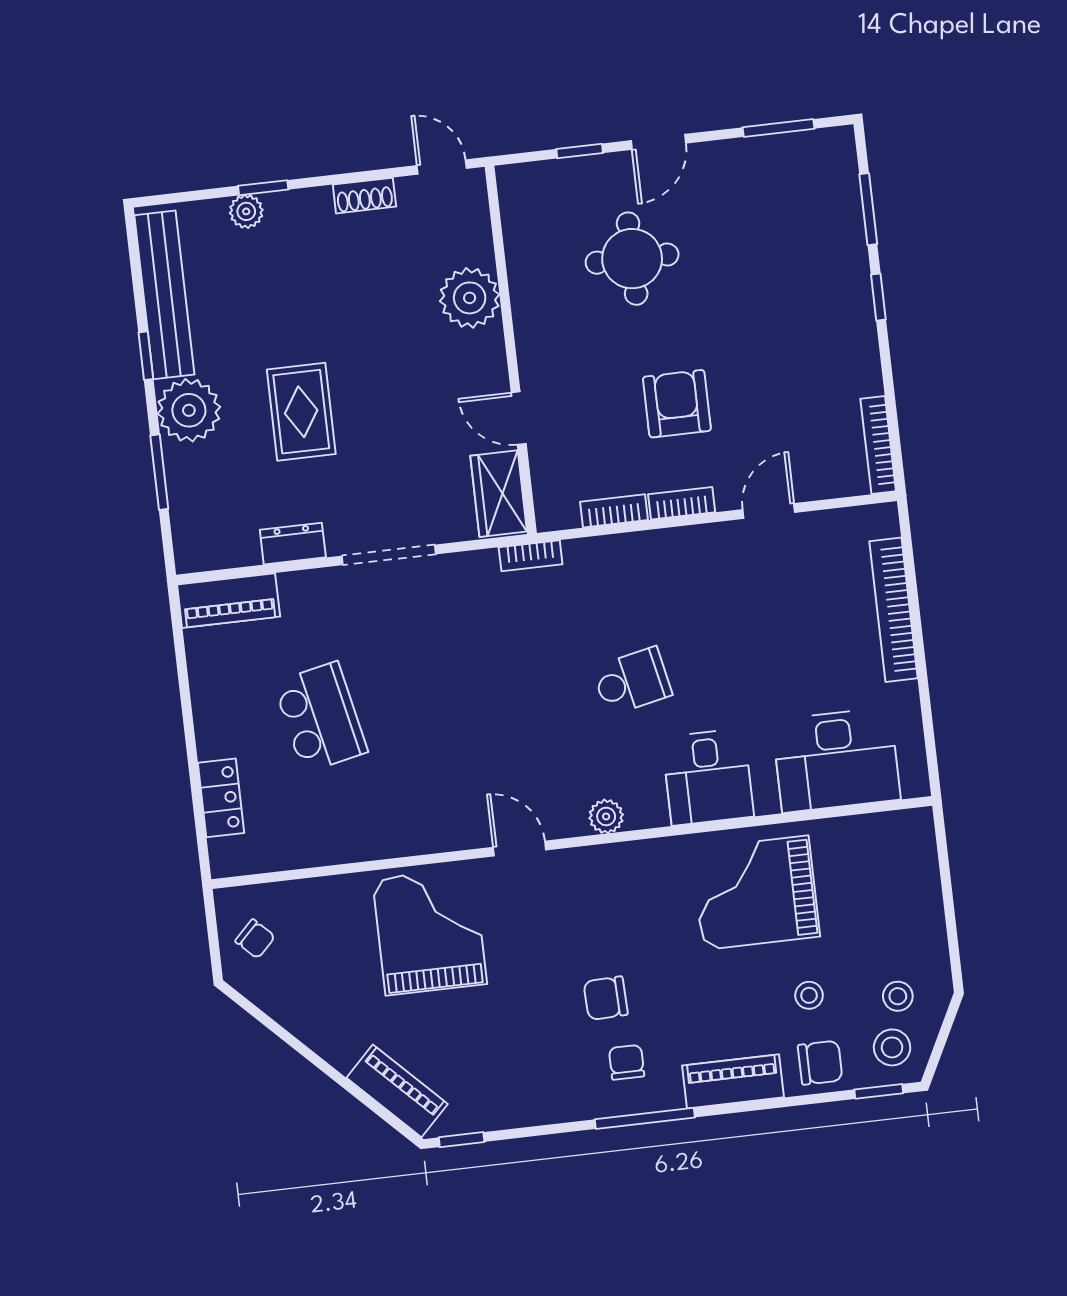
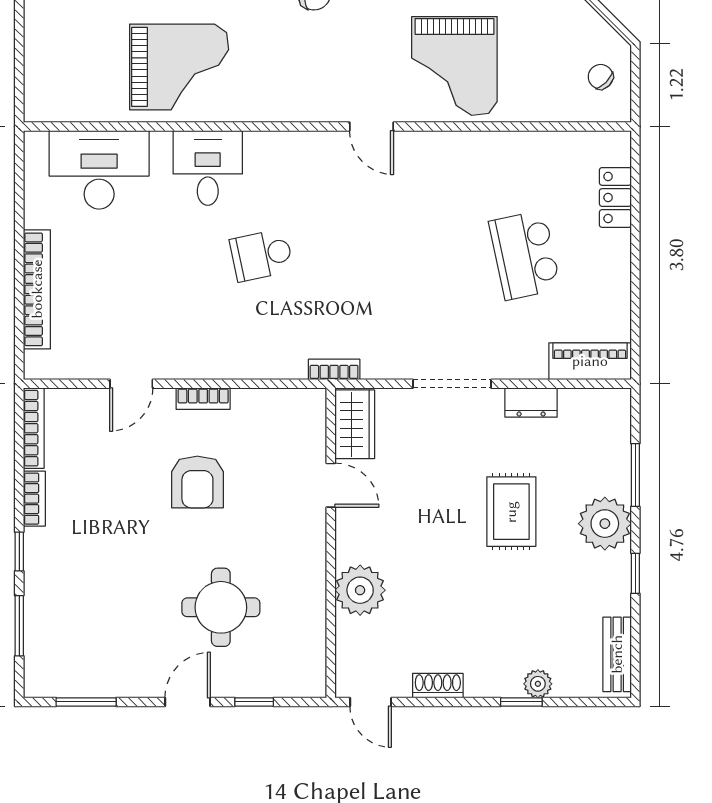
bench: (164, 295) -> (617, 654), width x0.54, depth x0.82
bookcase: (614, 511) -> (34, 499), moved, turned -90
plant: (606, 816) -> (296, 145), removed

